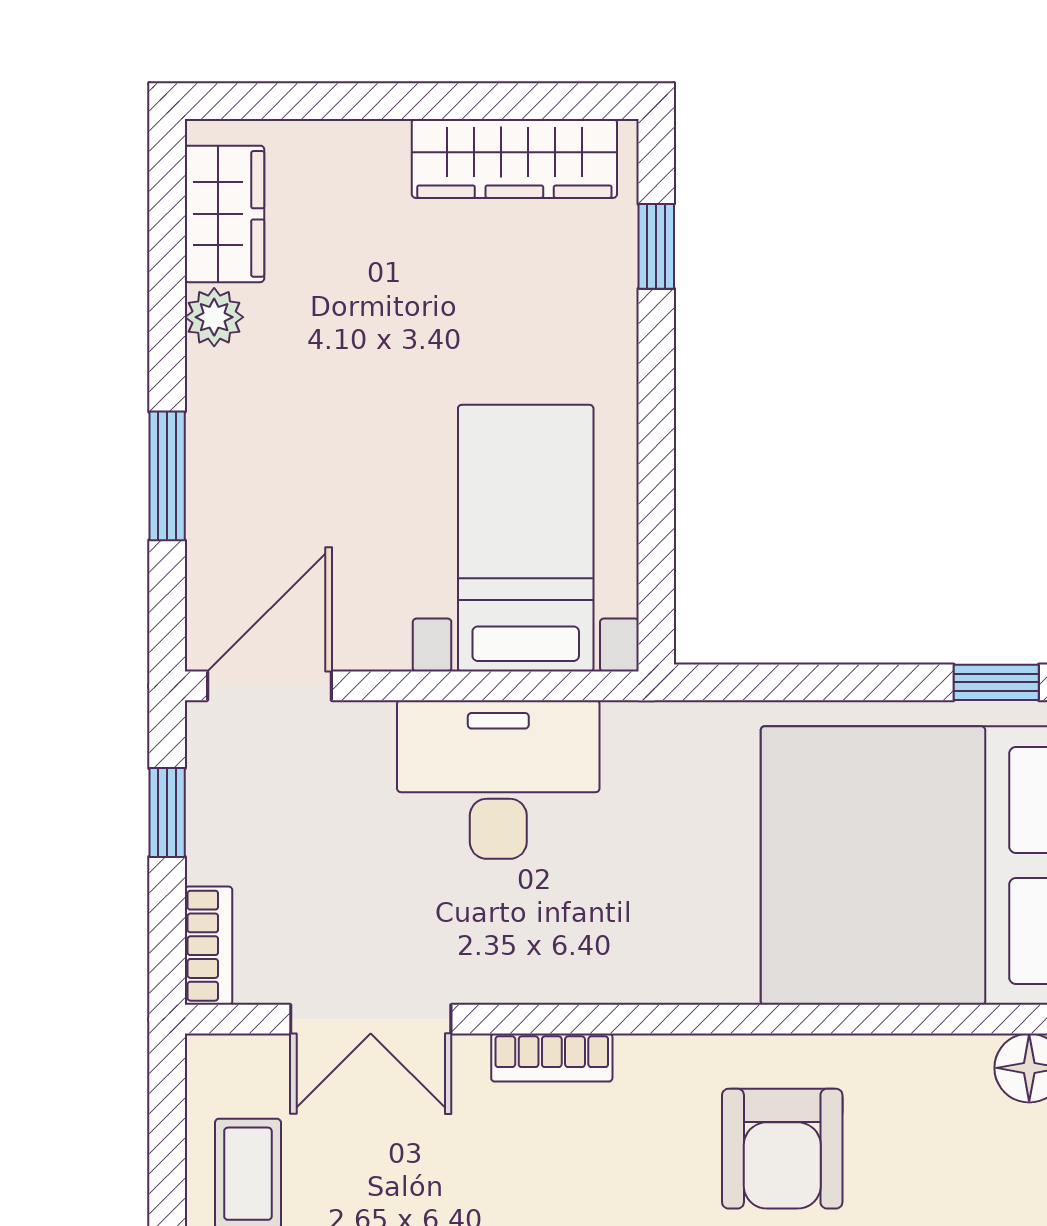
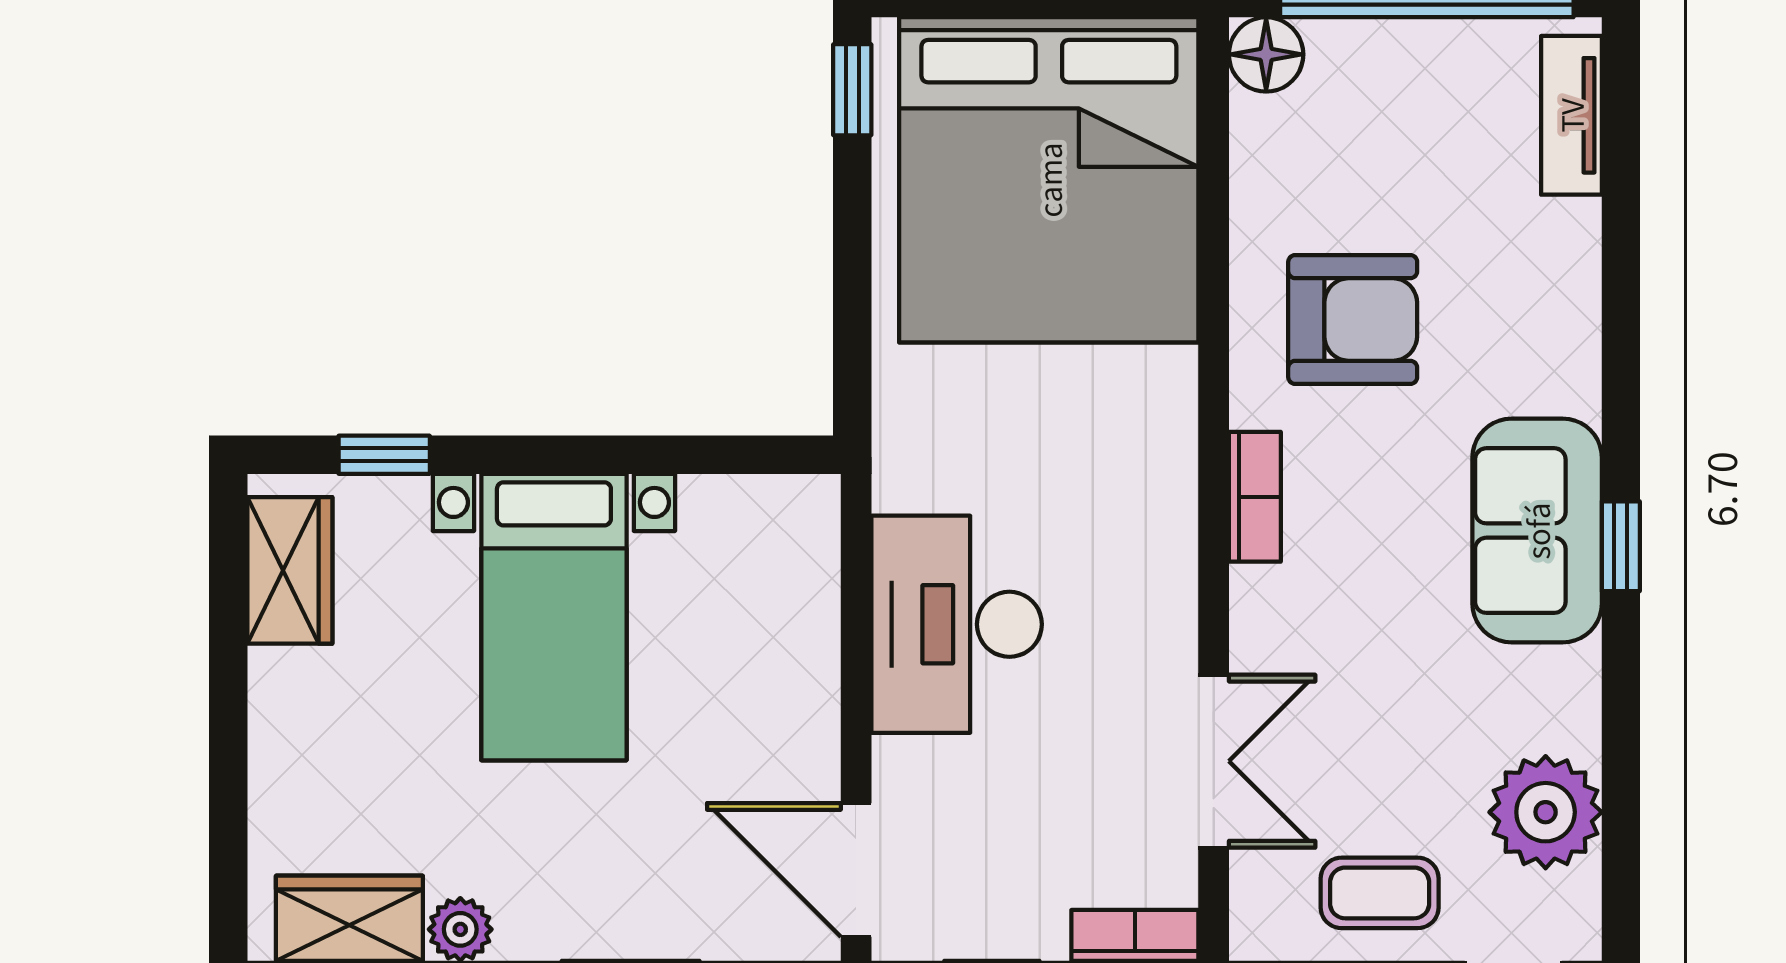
wardrobe: (514, 158) -> (290, 570), width x0.67
bed with nightstands: (526, 538) -> (554, 617), moved, turned -90
bookcase: (552, 1058) -> (1255, 497), moved

